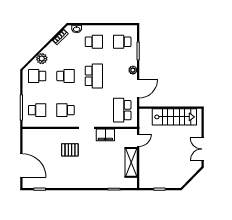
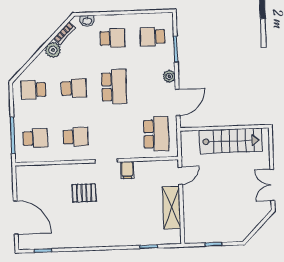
plant: (42, 59) -> (53, 50), moved
school desk: (66, 110) -> (76, 137), turned 180
school desk: (122, 110) -> (156, 134), turned 180
filing cabinet: (105, 135) -> (127, 170), width x0.50

